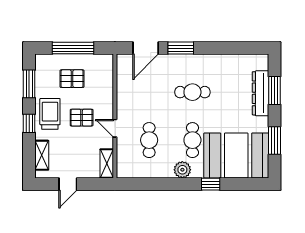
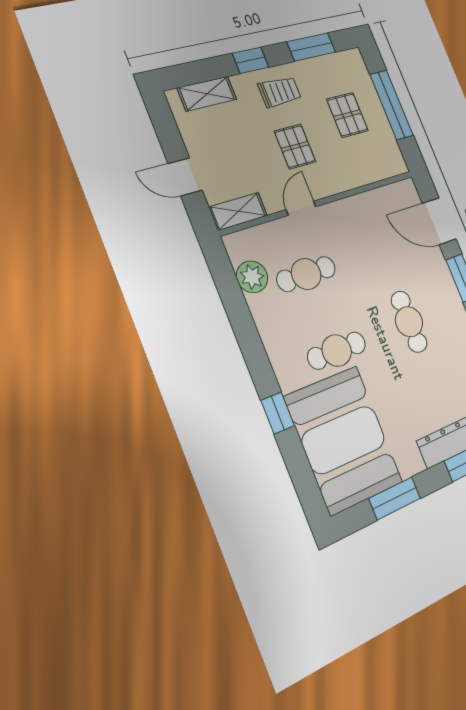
trolley: (50, 114) -> (280, 92), width x0.73, depth x0.72
plant: (182, 170) -> (252, 277), moved
door: (68, 184) -> (185, 177), moved

